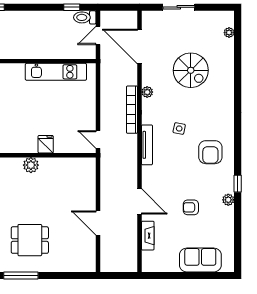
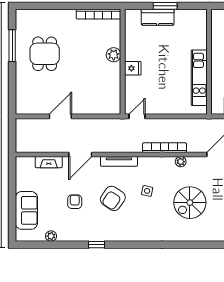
spiral stairs: (191, 70) -> (190, 203), moved
tv unit: (147, 145) -> (119, 161), moved
armchair: (210, 152) -> (113, 198), moved, turned -56
plant: (228, 200) -> (51, 236), moved

